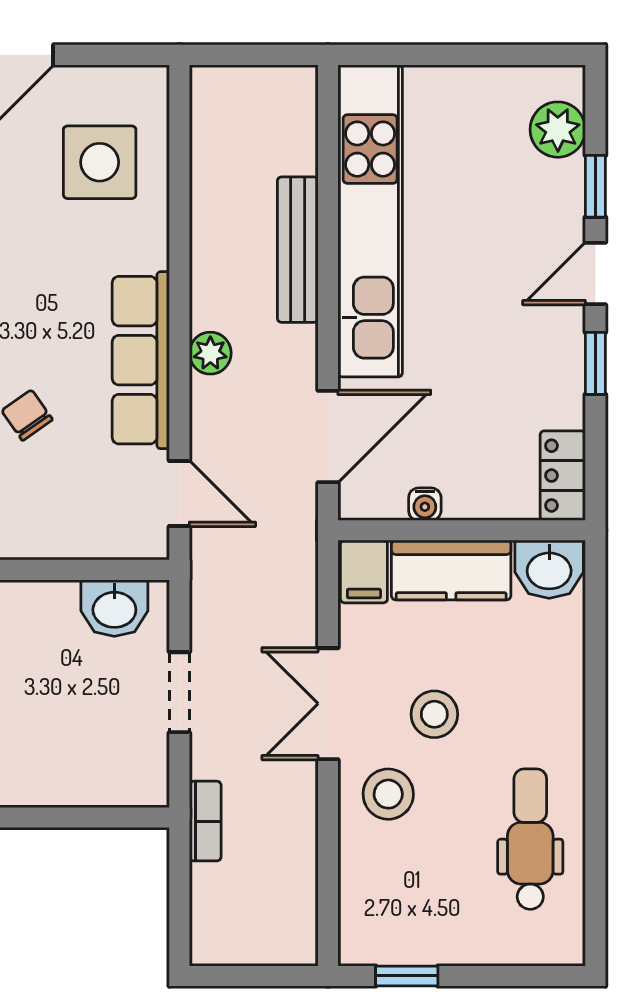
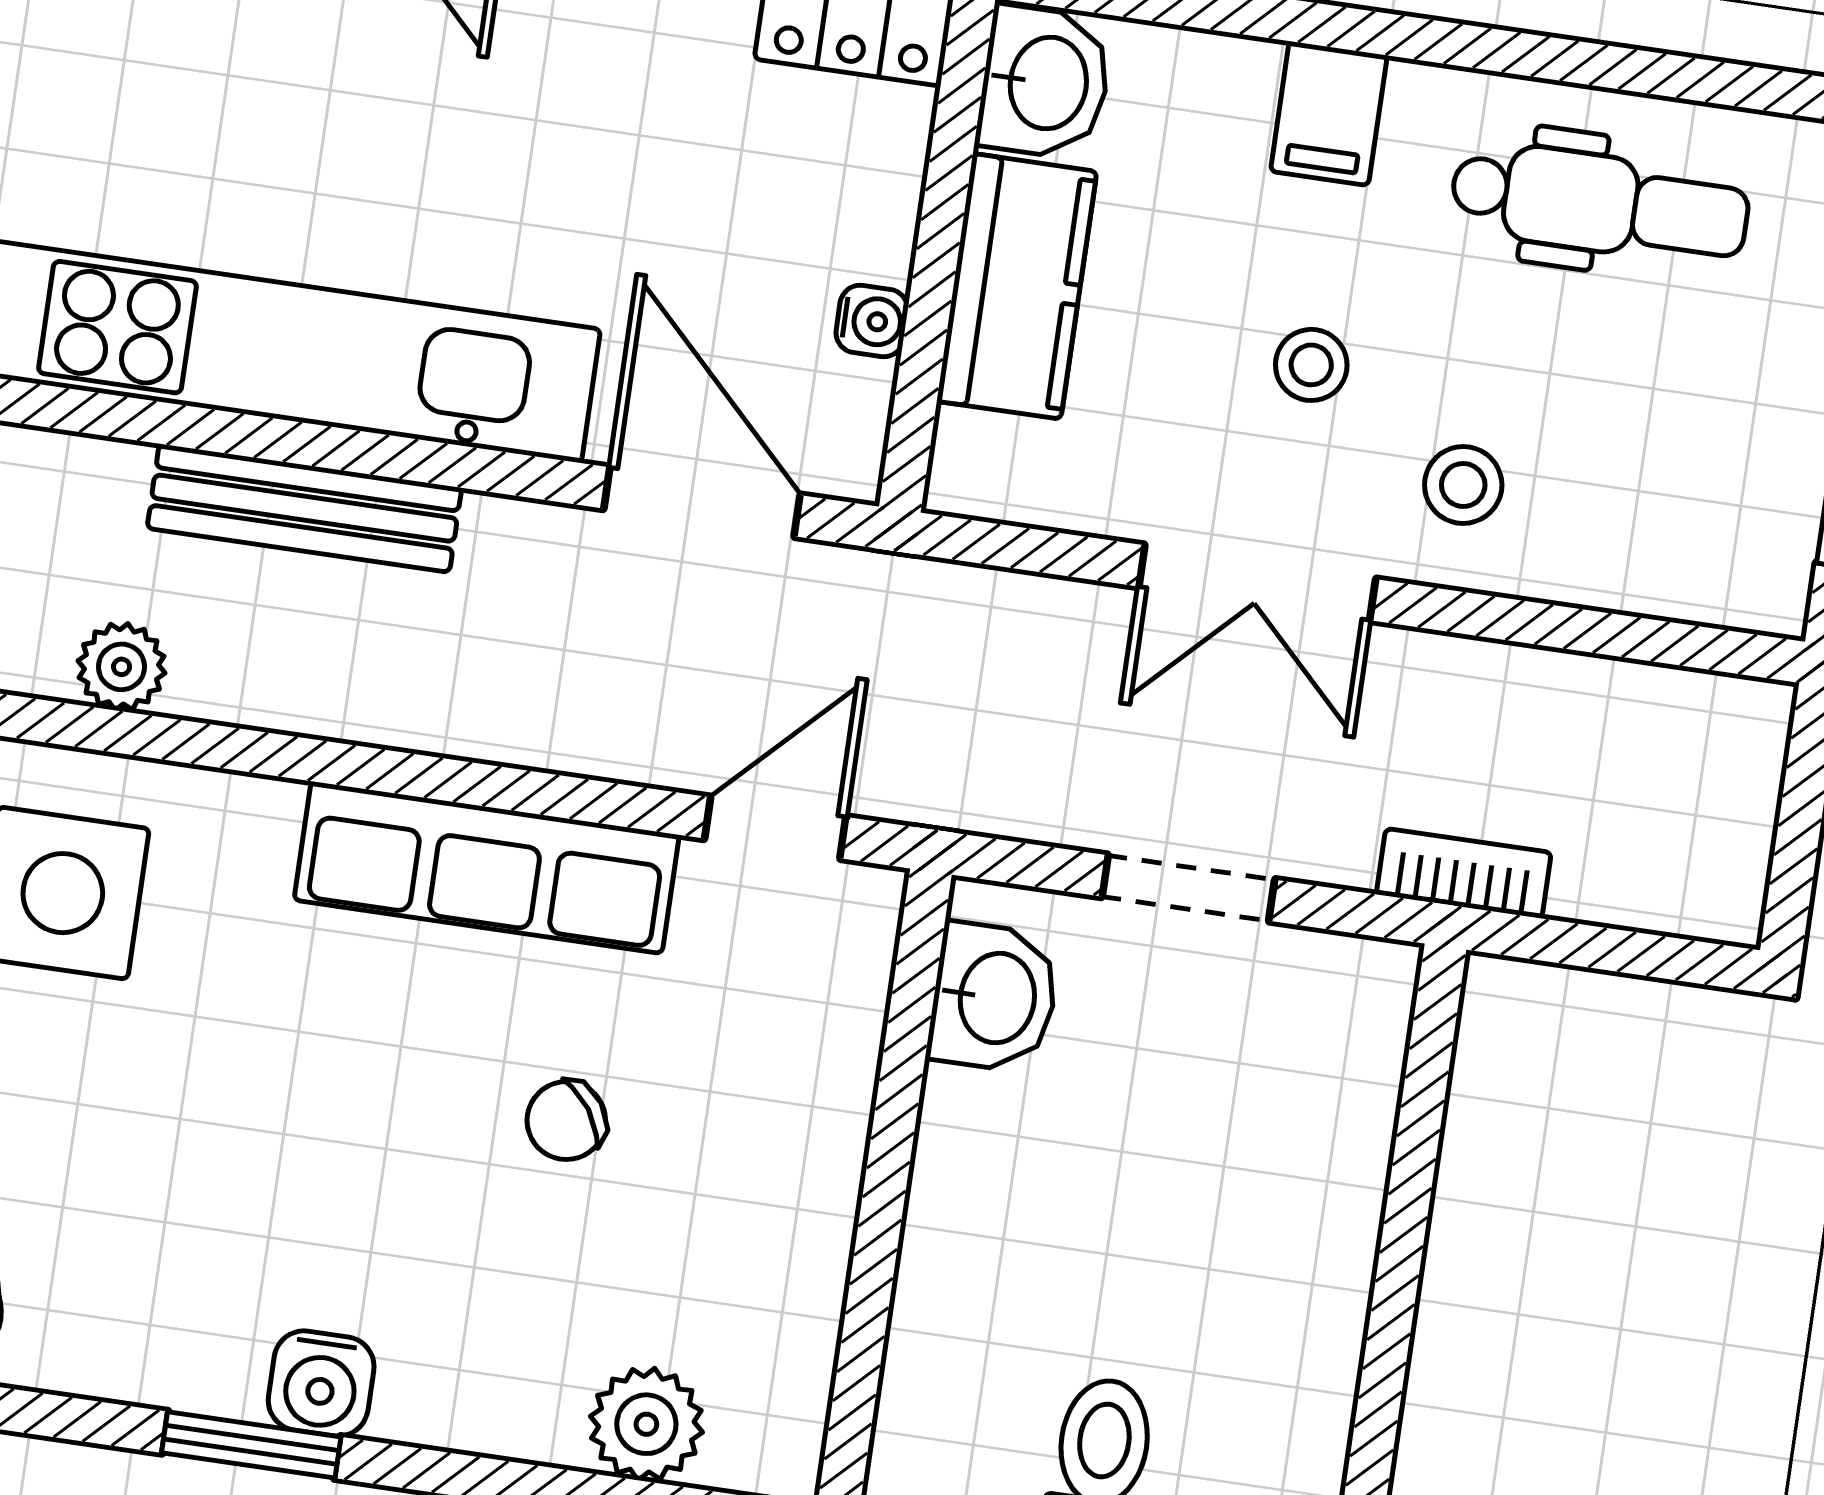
plant: (210, 353) -> (122, 667), moved
filing cabinet: (364, 572) -> (1329, 113), moved, turned 90
stool: (434, 714) -> (1311, 365), width x0.73, depth x0.73
stool: (388, 794) -> (1463, 485), width x0.73, depth x0.73
dental chair: (530, 839) -> (1600, 203), turned 180

